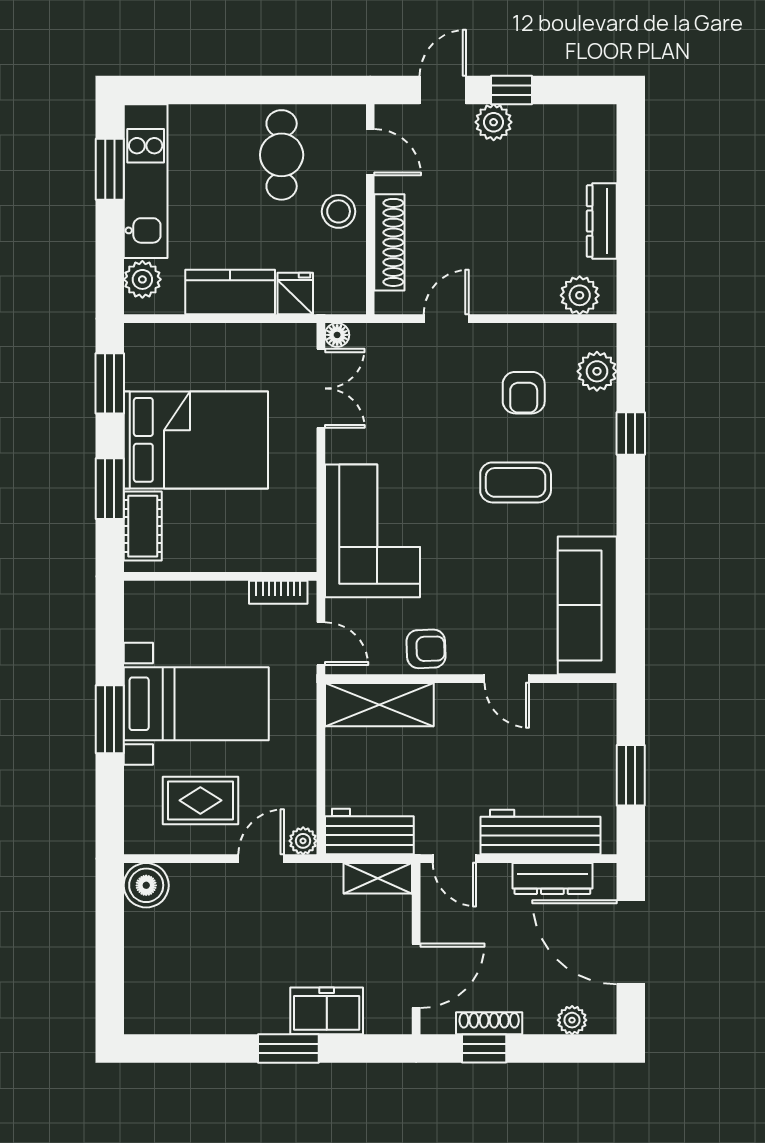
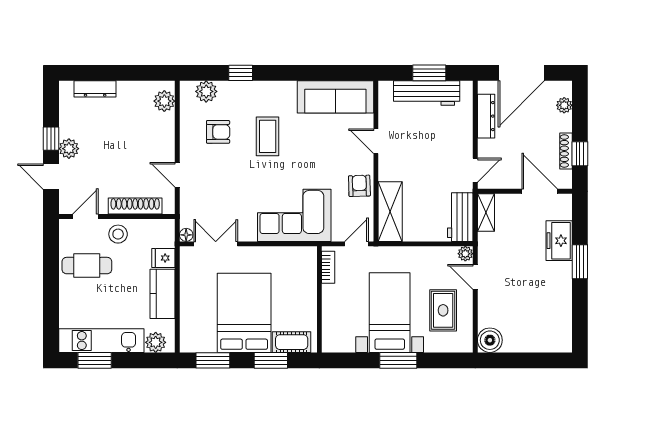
dresser: (602, 221) -> (95, 89), moved
door: (507, 679) -> (376, 141), swing flipped
workbench: (540, 832) -> (427, 93), moved, turned -90

